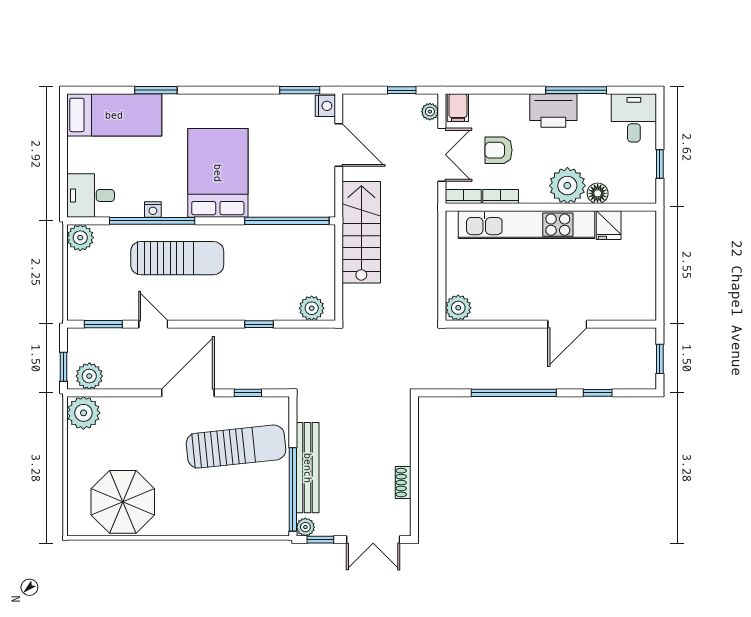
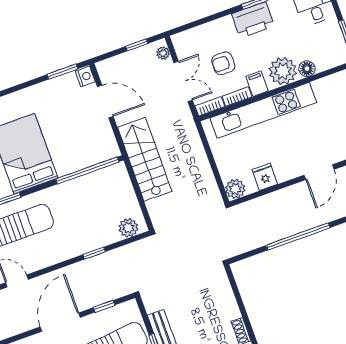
filing cabinet: (458, 108) -> (257, 84), moved, turned 180
fridge: (609, 225) -> (265, 177), moved, turned 180

